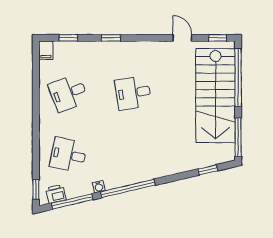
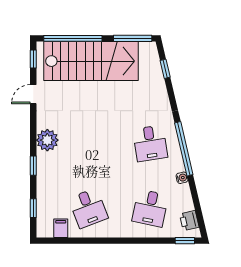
filing cabinet: (46, 50) -> (61, 228), moved, turned -90
plant: (136, 52) -> (47, 140), added
desk: (133, 93) -> (150, 143), moved
window: (72, 201) -> (197, 204), removed

